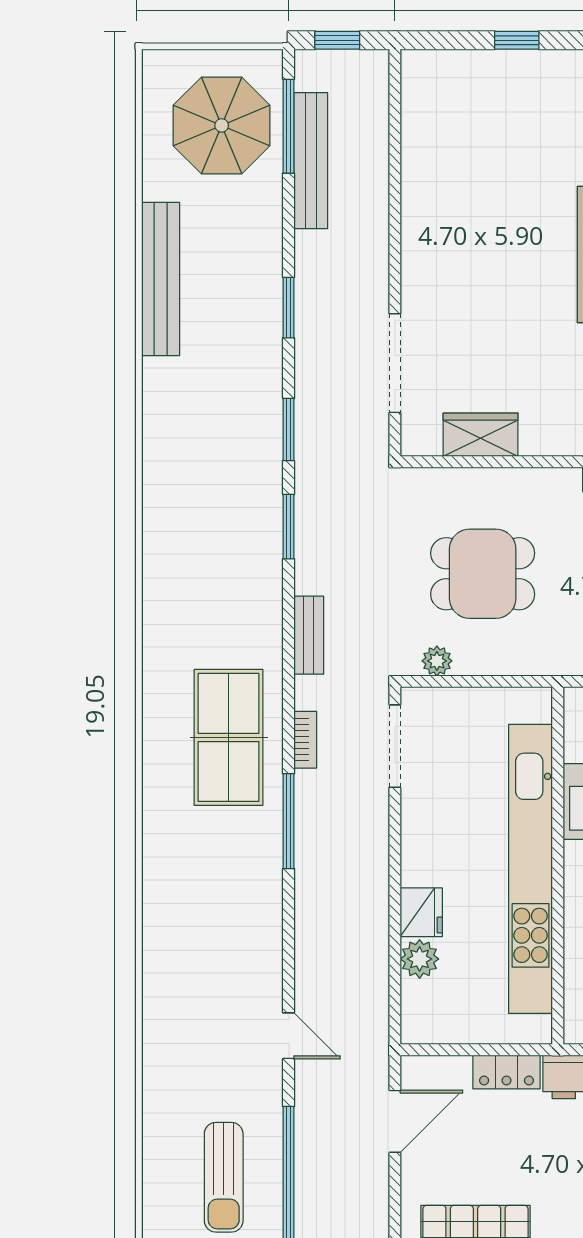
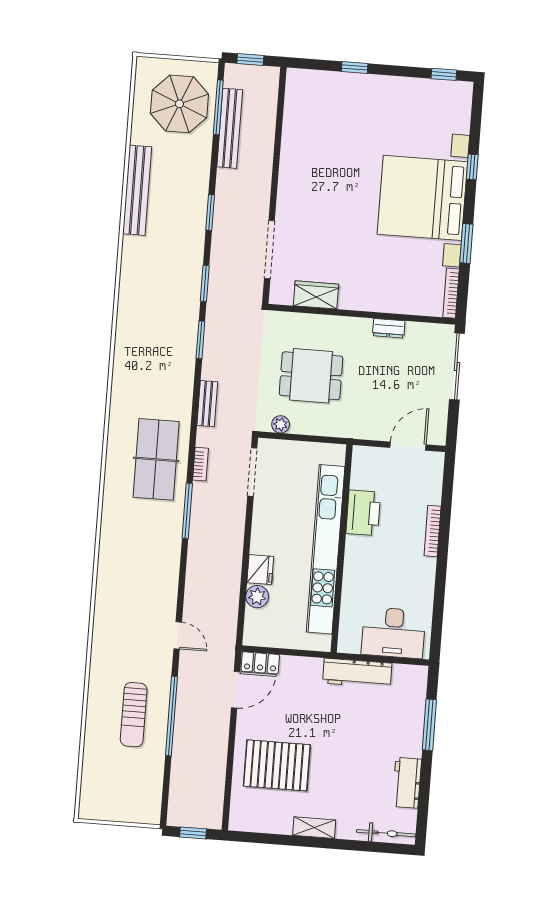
locker: (507, 1072) -> (260, 663), moved

